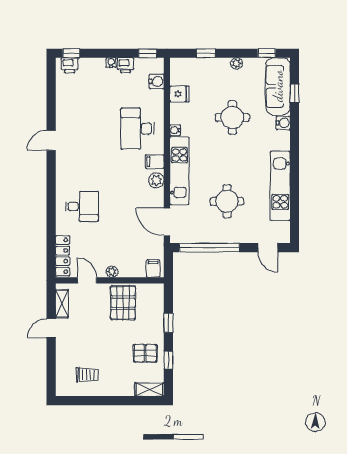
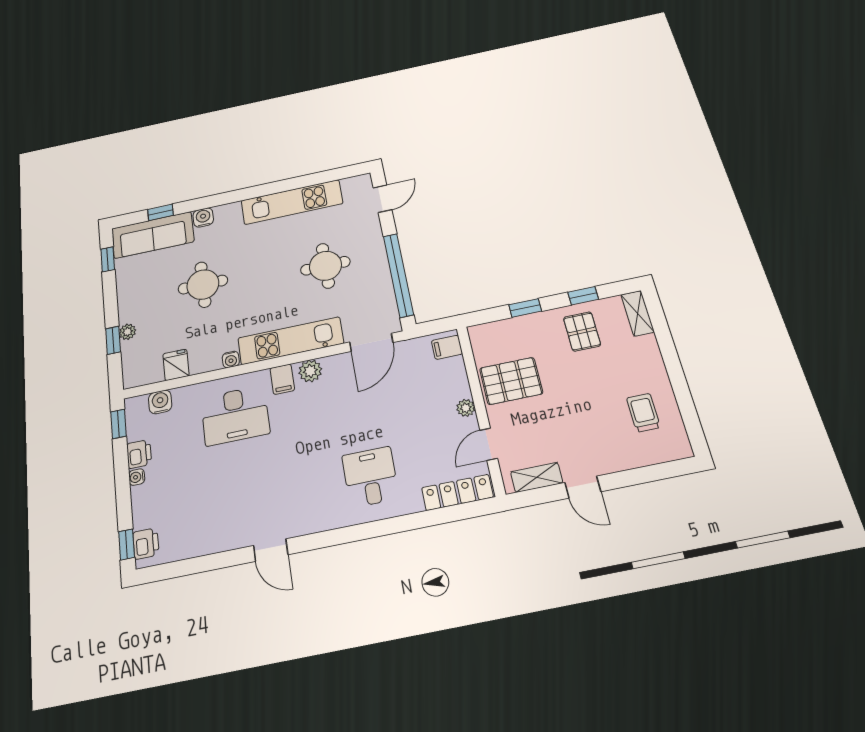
plant: (237, 63) -> (128, 332), moved

